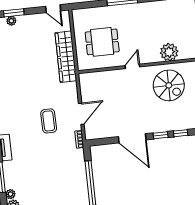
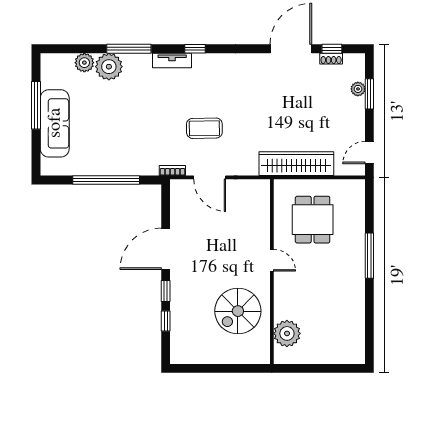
plant: (169, 52) -> (287, 333), moved
plant: (10, 194) -> (109, 67), width x1.88, depth x1.88

